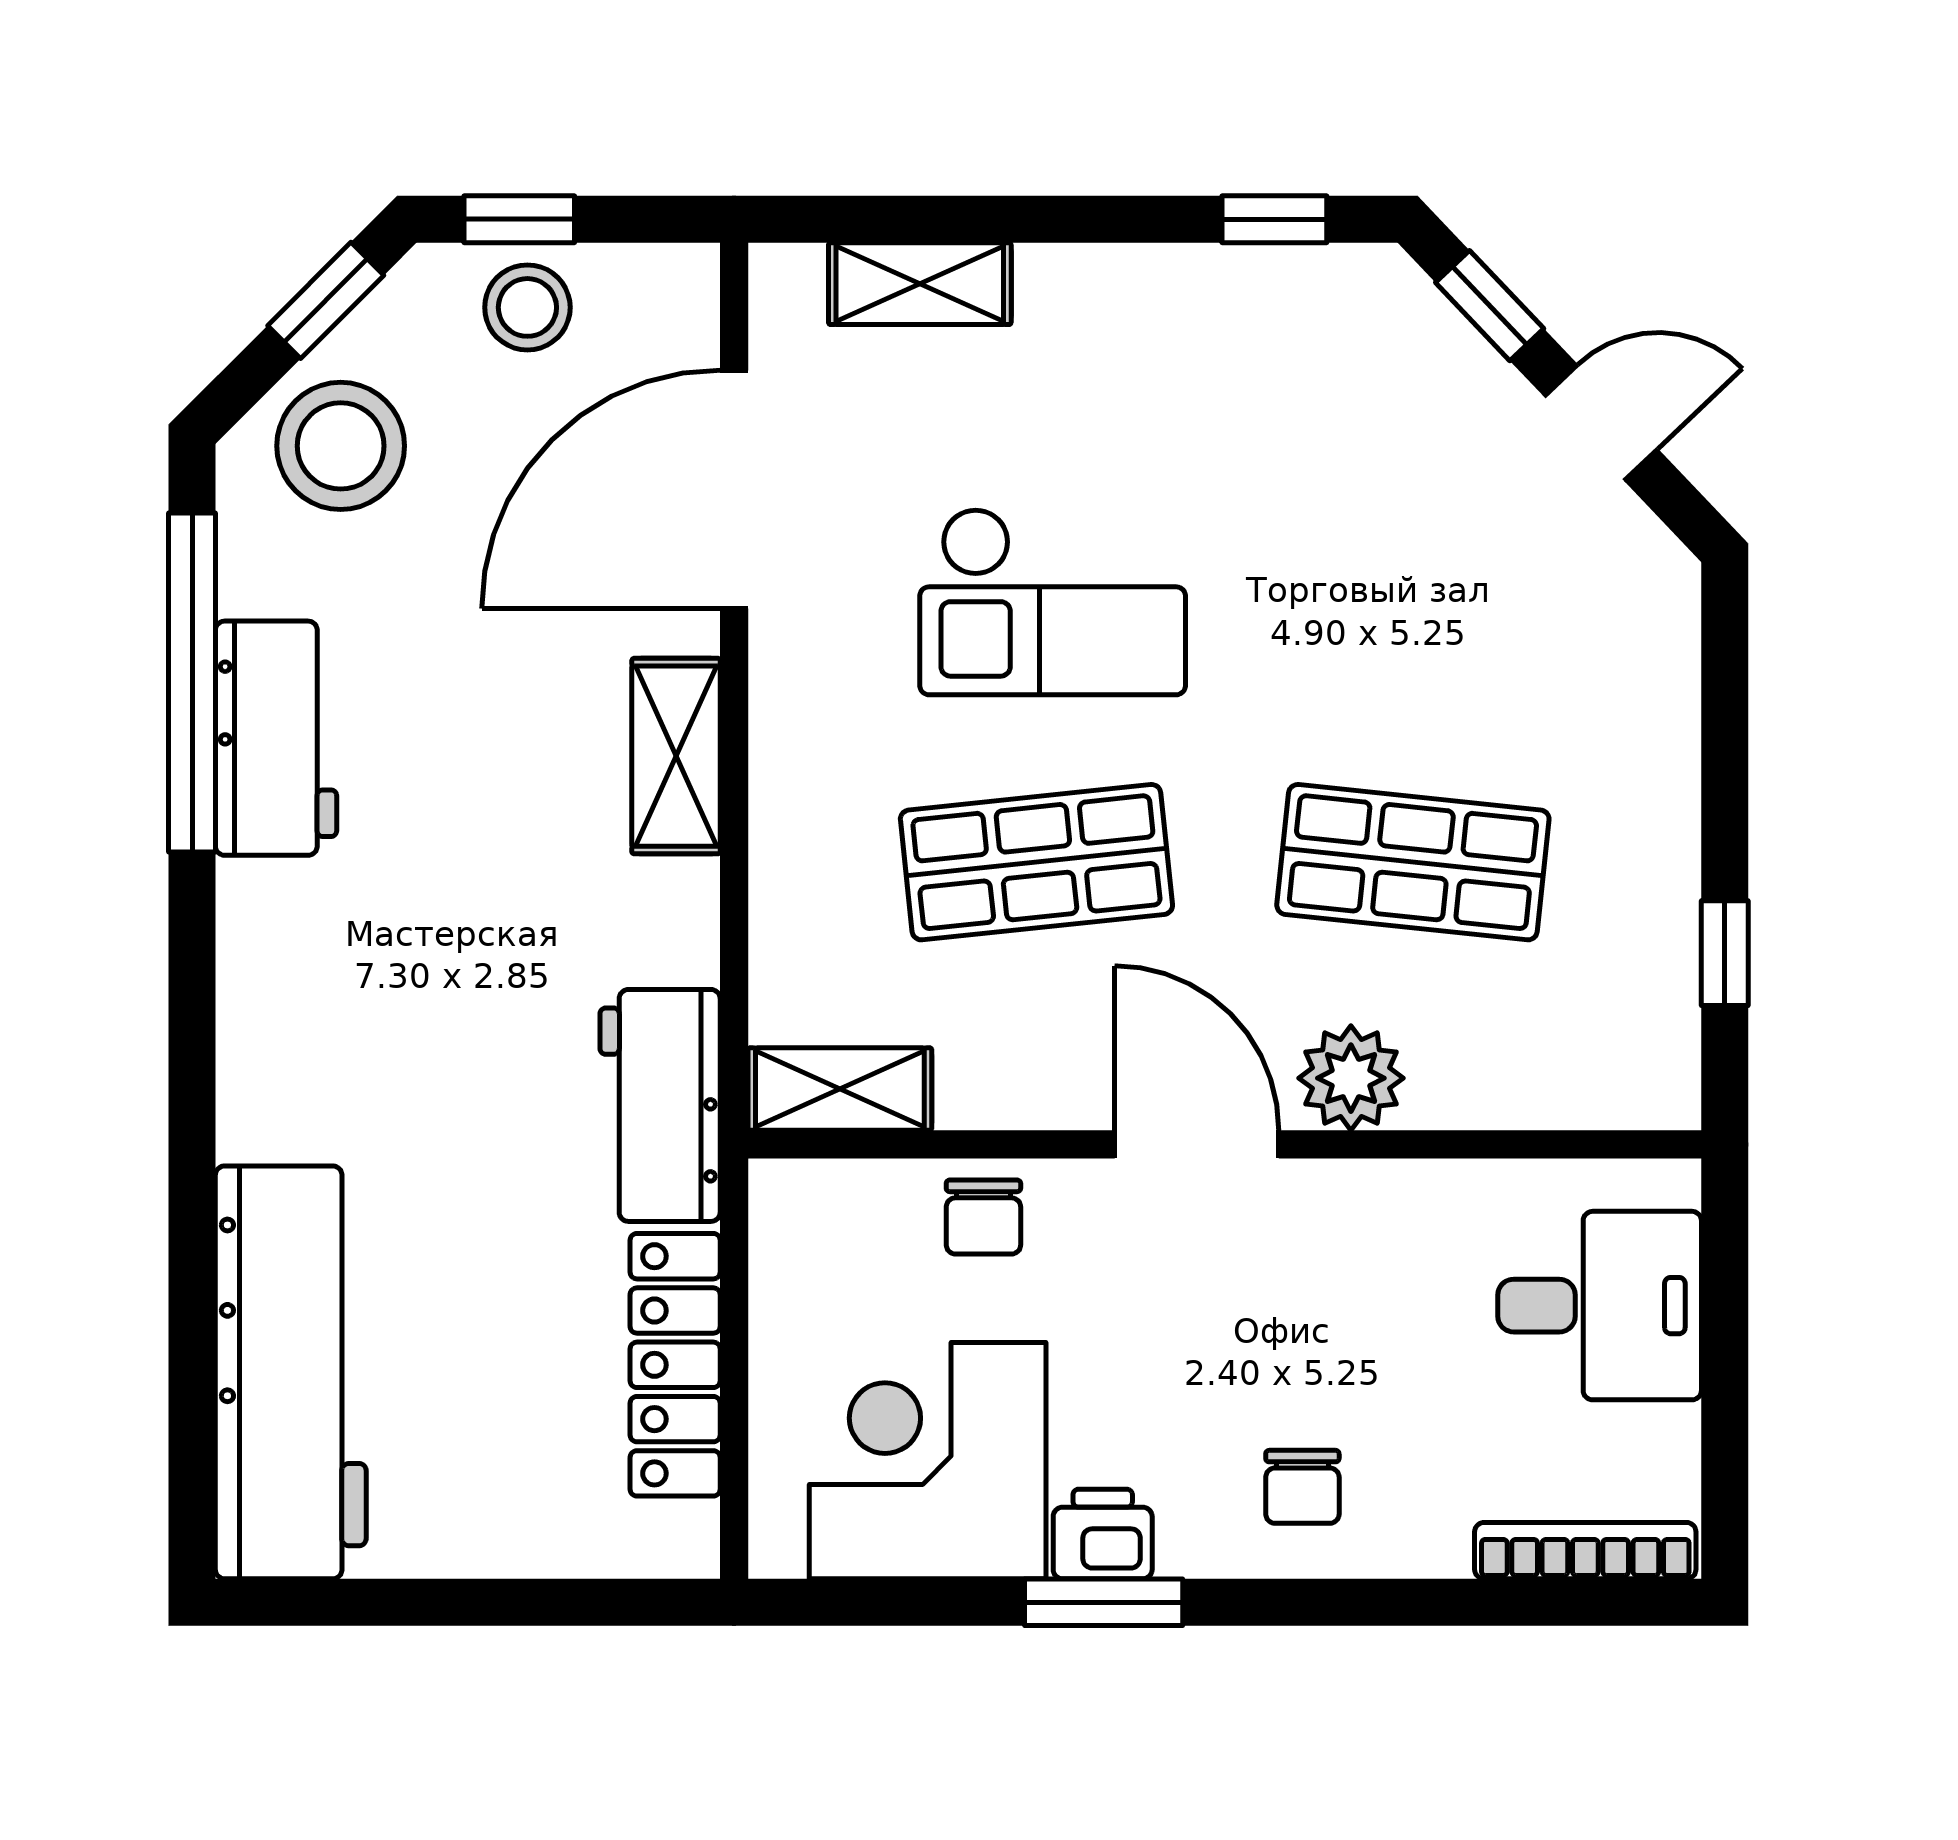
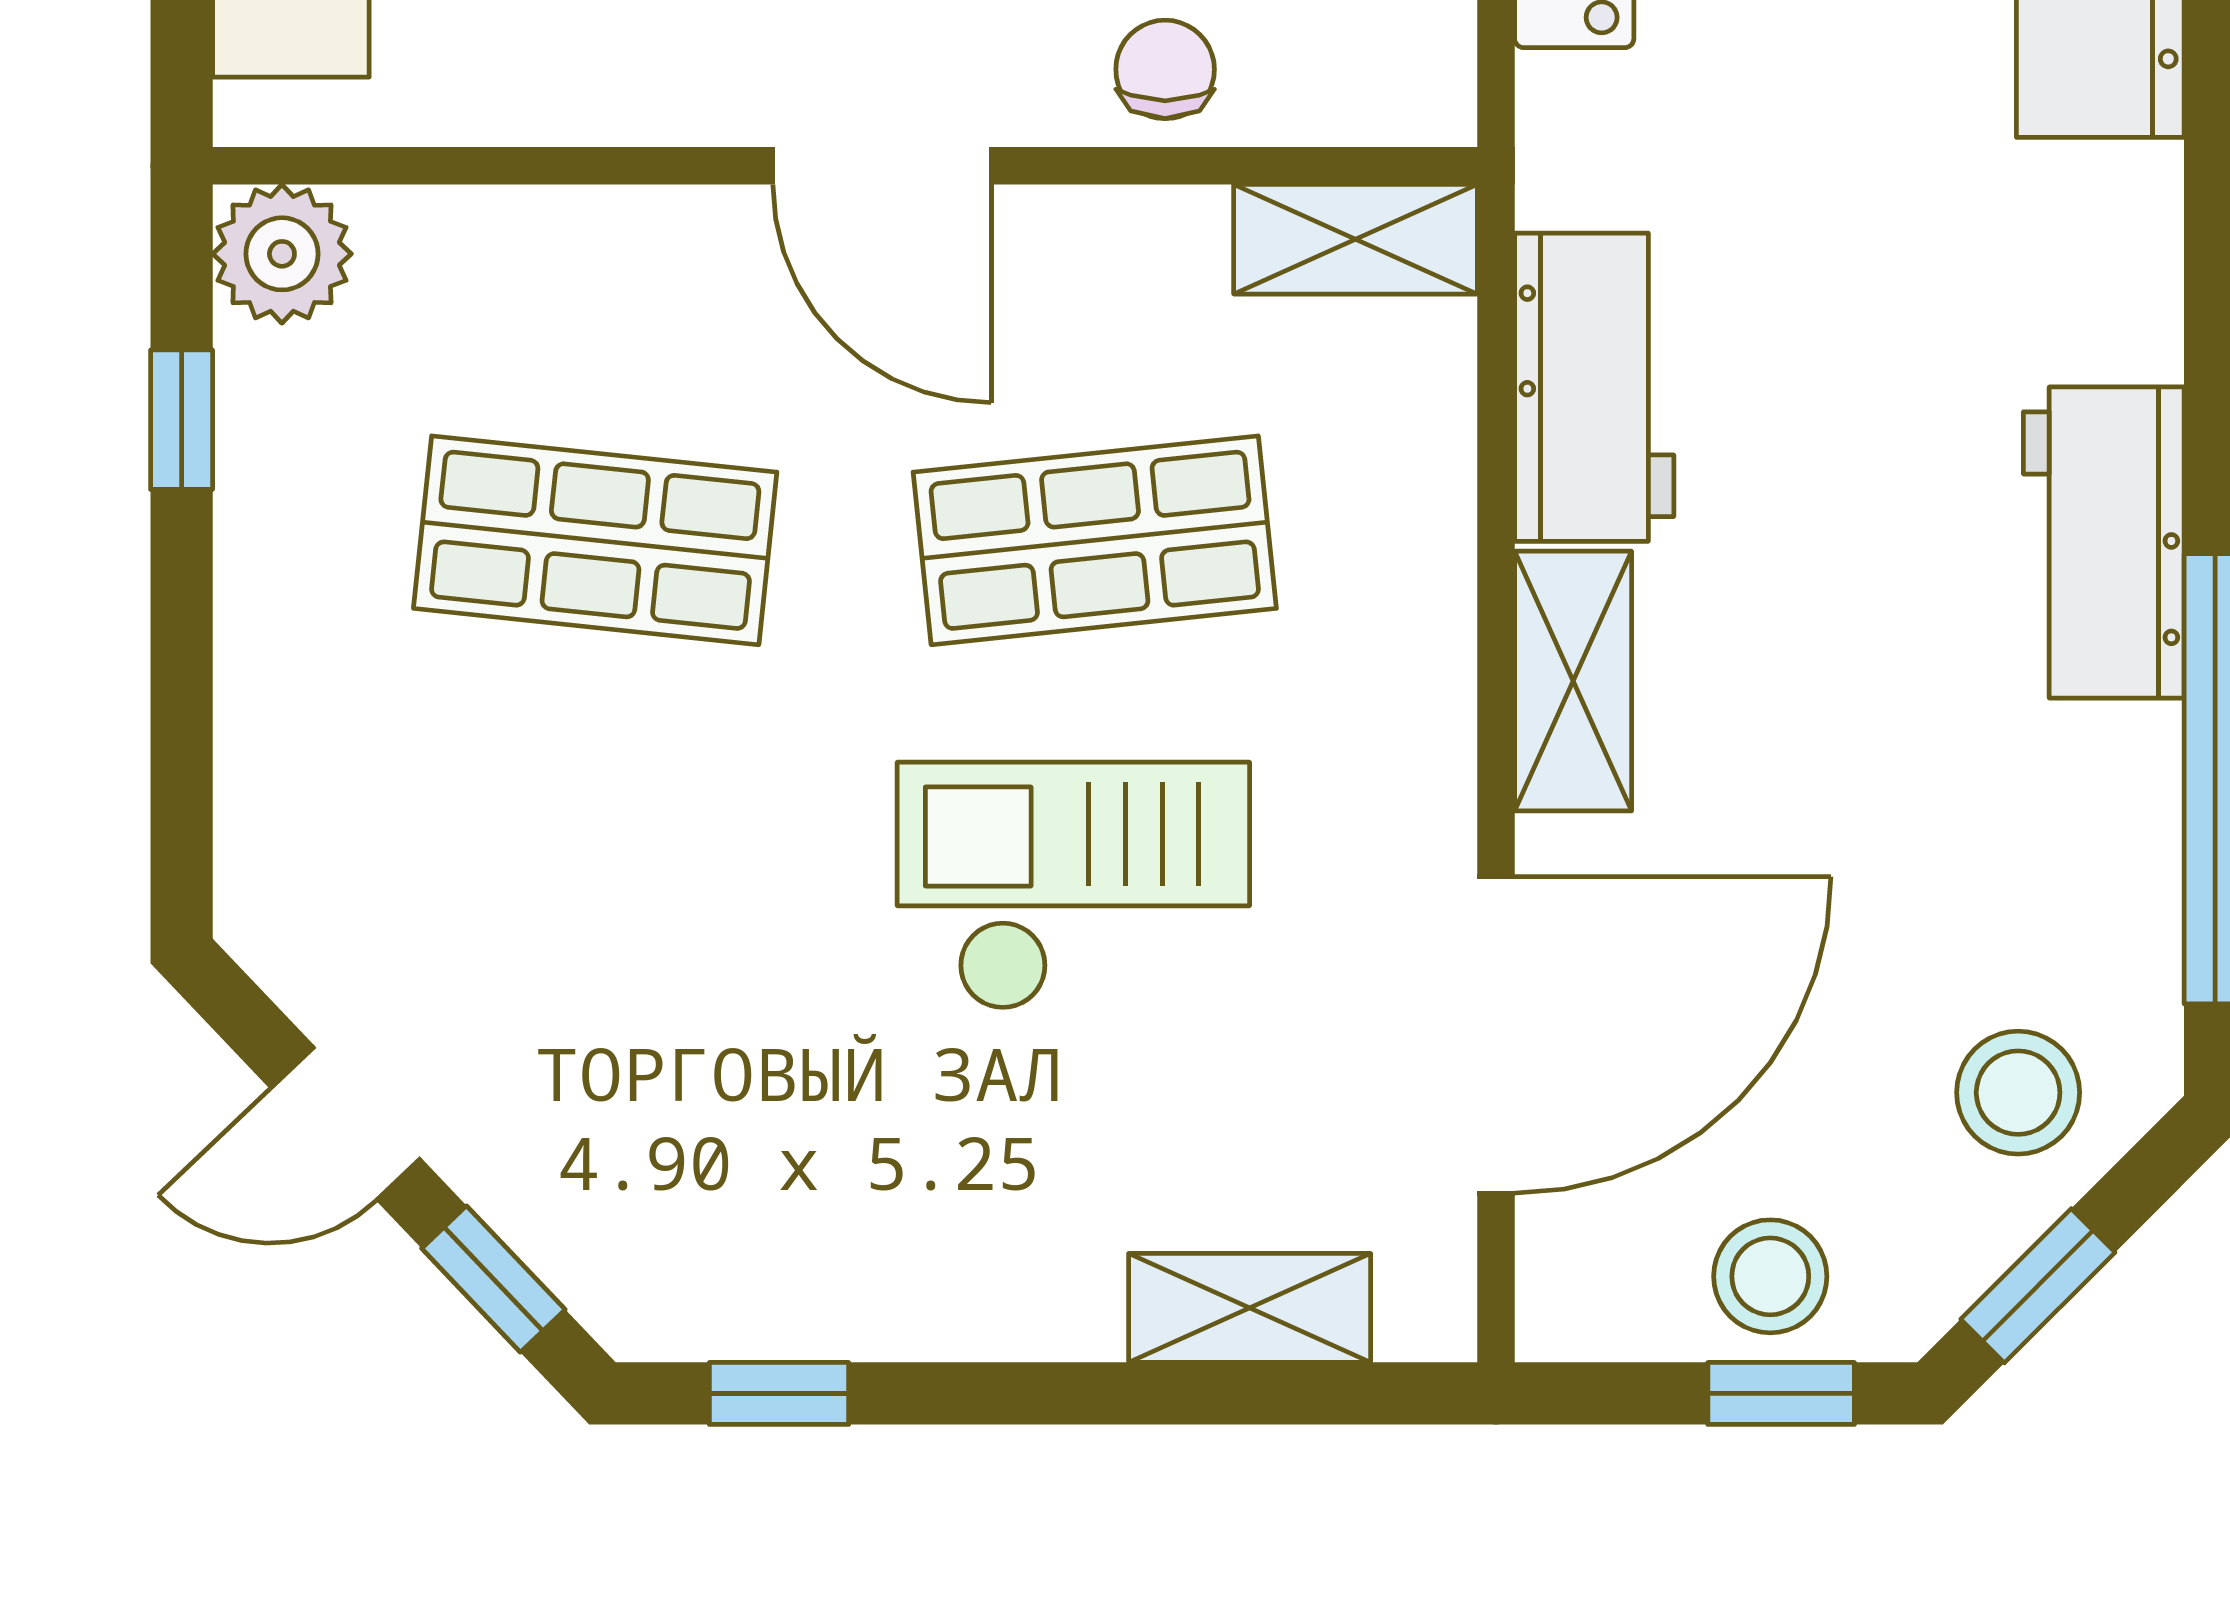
stool: (341, 446) -> (2018, 1093), width x0.73, depth x0.73
workbench: (276, 738) -> (2104, 542), moved
plant: (1351, 1078) -> (282, 254), moved
workbench: (660, 1105) -> (1594, 387), moved

